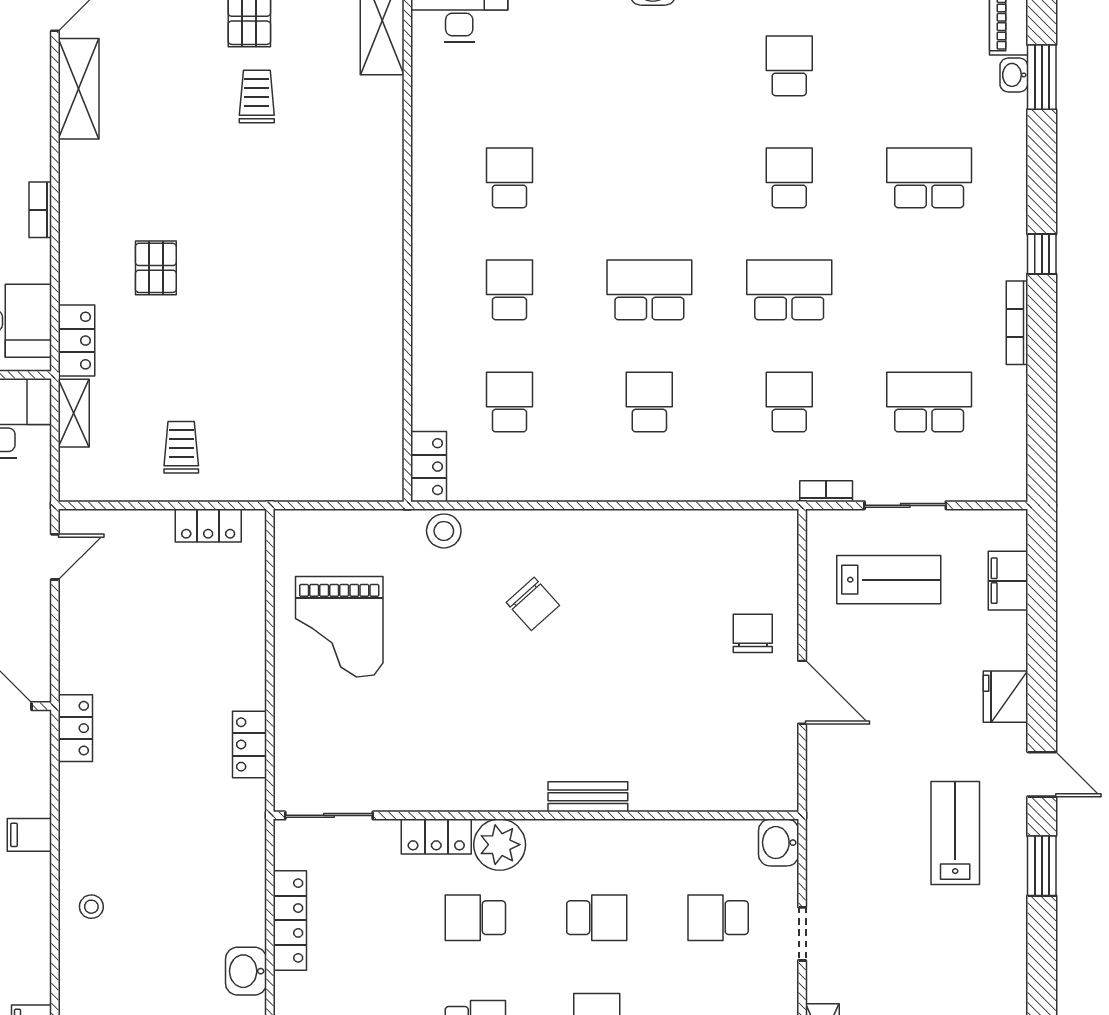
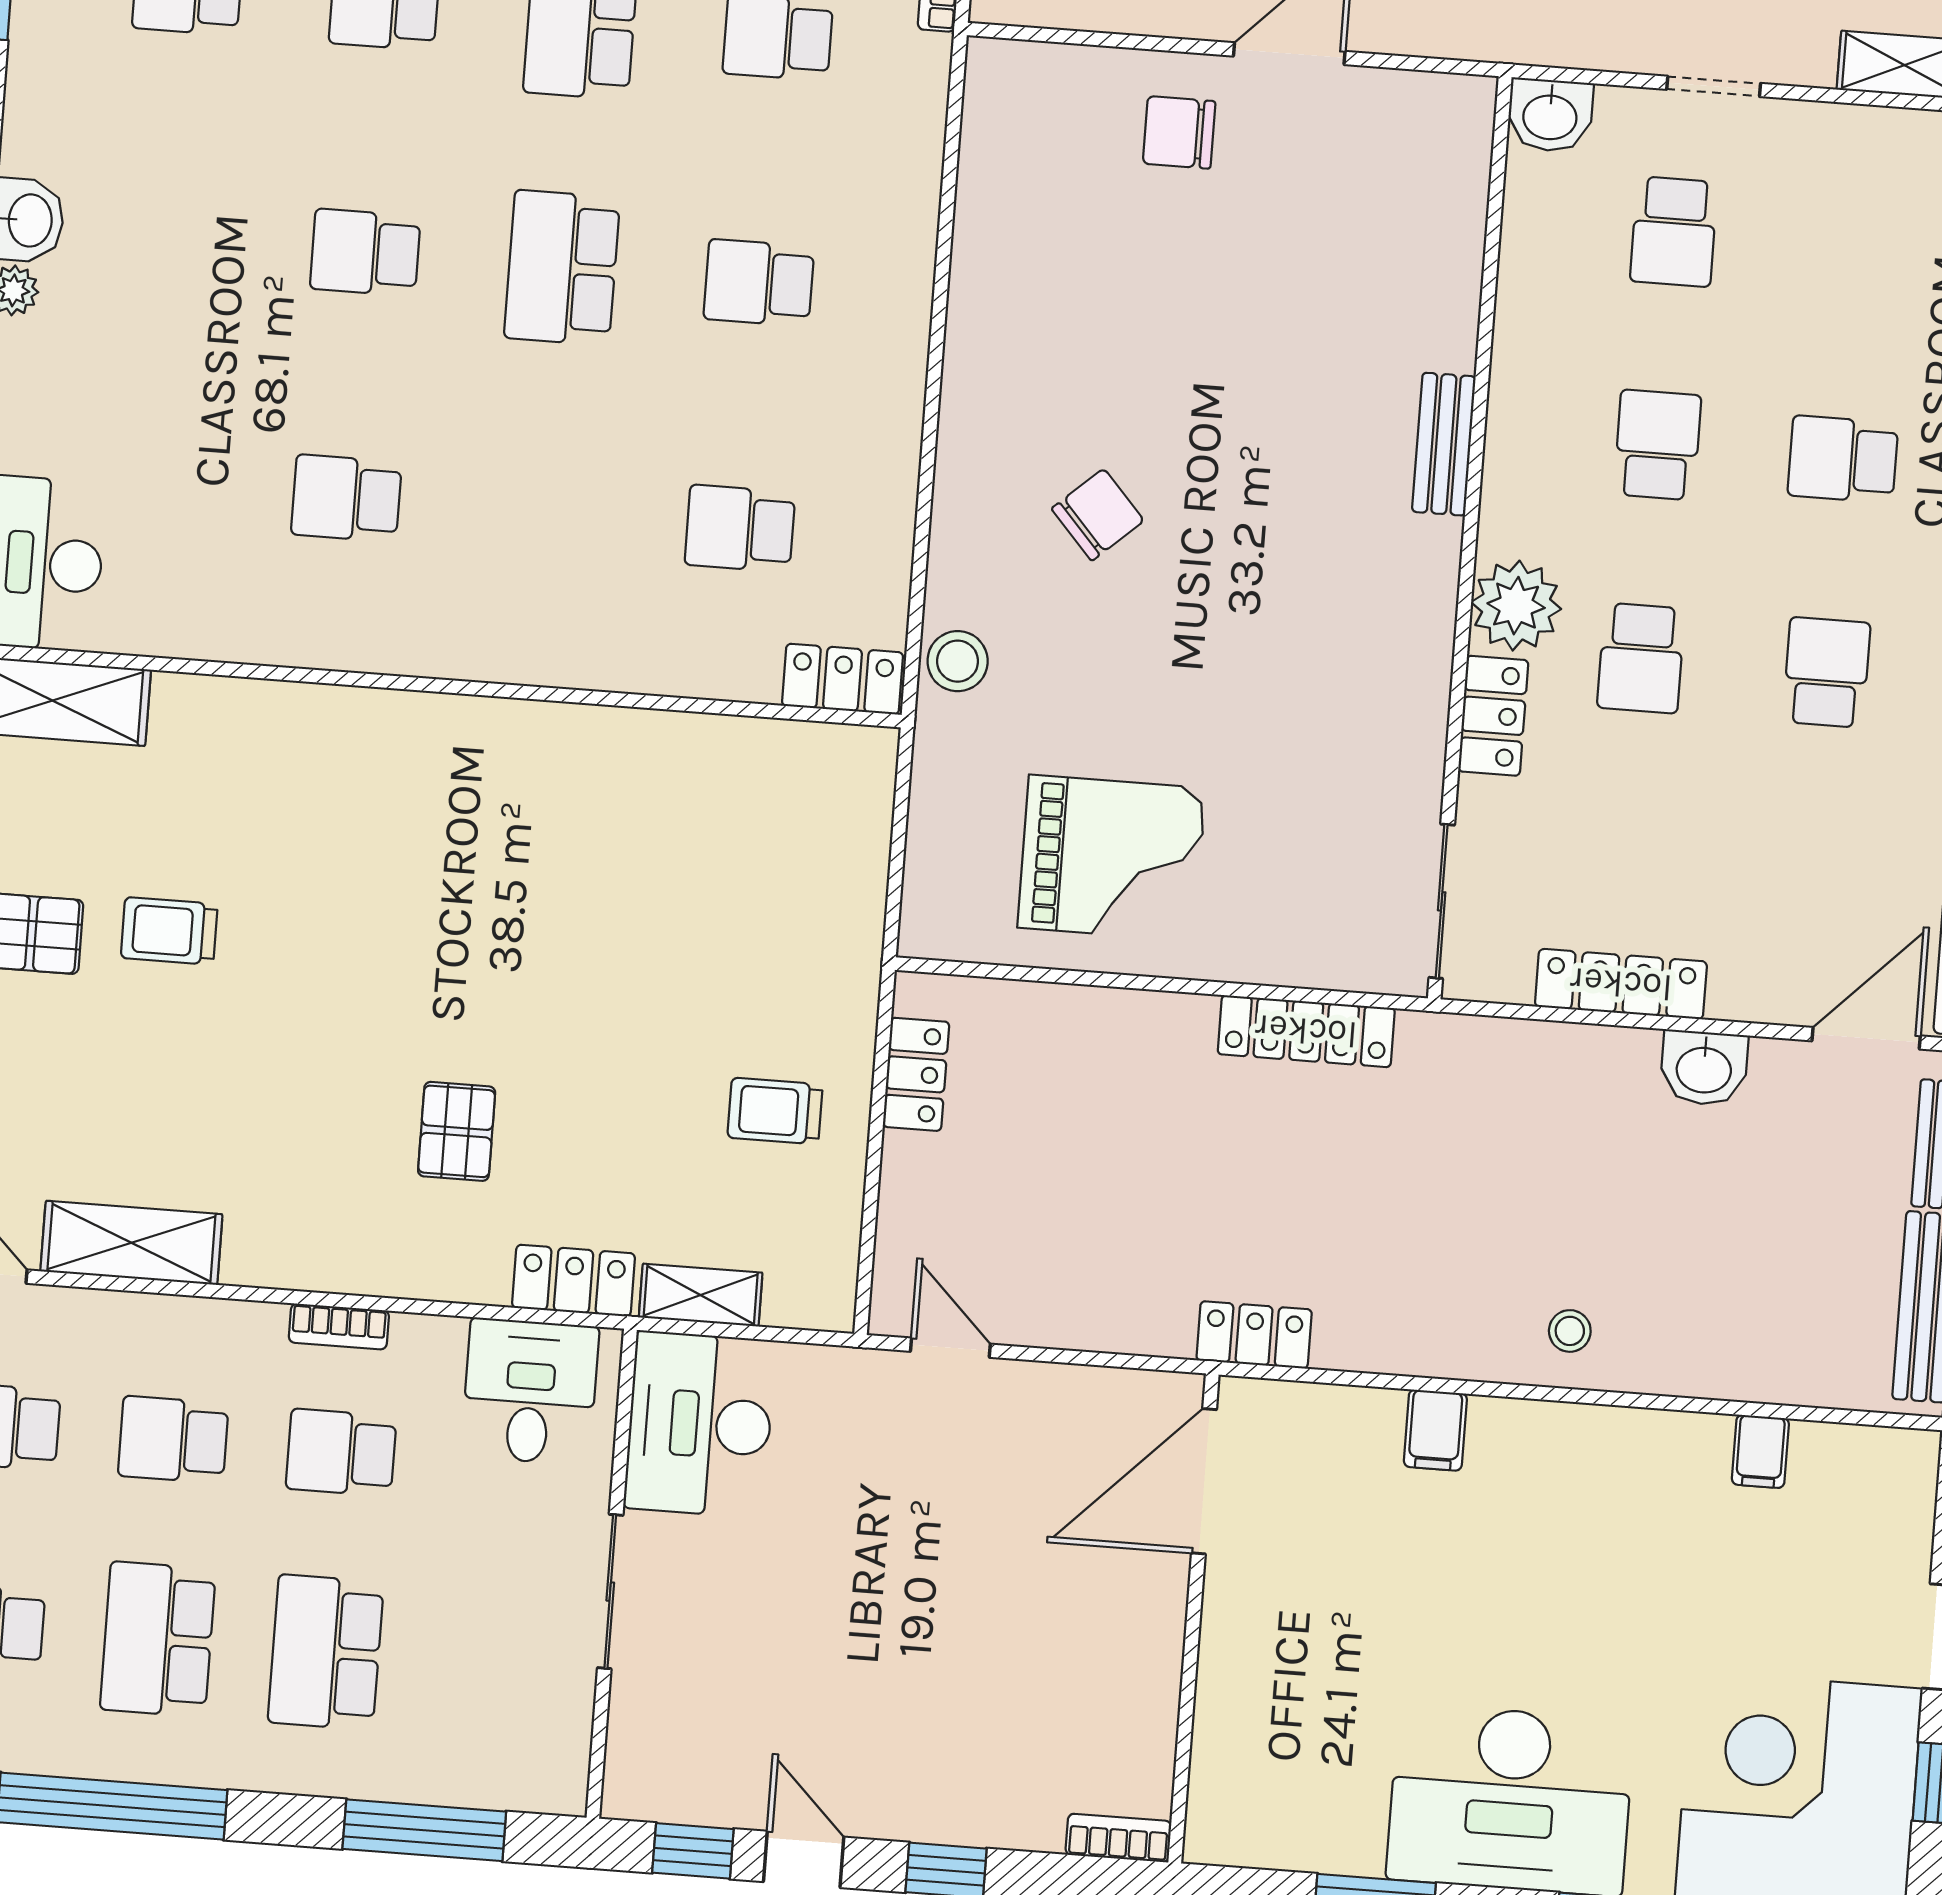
pallet: (156, 268) -> (457, 1131), turned 90
school desk: (509, 290) -> (365, 253), moved
locker: (250, 744) -> (1306, 1031), width x1.53

